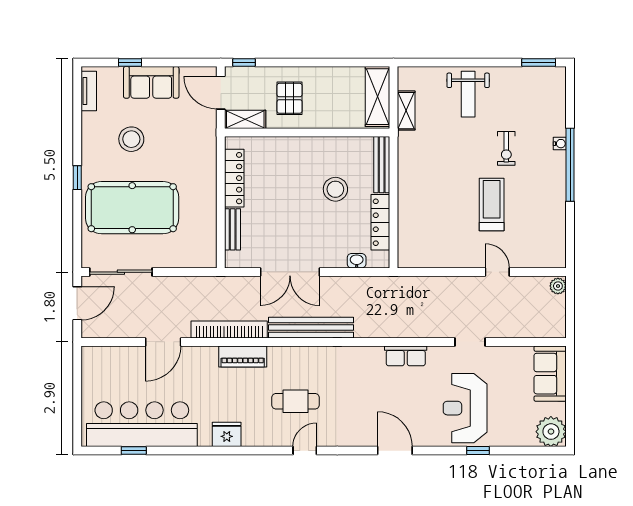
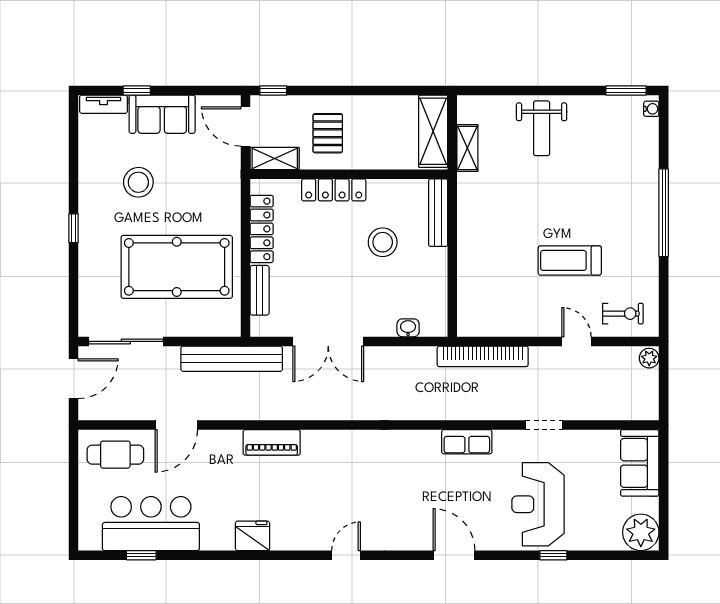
tv unit: (89, 91) -> (103, 104), moved, turned 90
water cooler: (560, 144) -> (651, 109), moved
exercise bike: (506, 148) -> (623, 314), moved, turned -90
treadmill: (492, 204) -> (570, 260), turned -90
pool table: (132, 208) -> (177, 267), moved
locker: (380, 222) -> (334, 190), moved, turned -90
bench: (311, 328) -> (232, 359), moved
bookcase: (229, 329) -> (483, 356), moved, turned 180
cafe table: (295, 401) -> (115, 455), moved
bar counter: (142, 424) -> (151, 524), width x0.73

